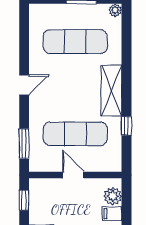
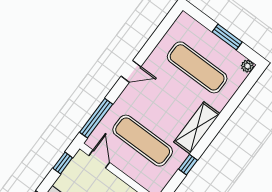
window: (24, 144) -> (96, 118), width x1.44
door: (73, 175) -> (99, 159), moved

